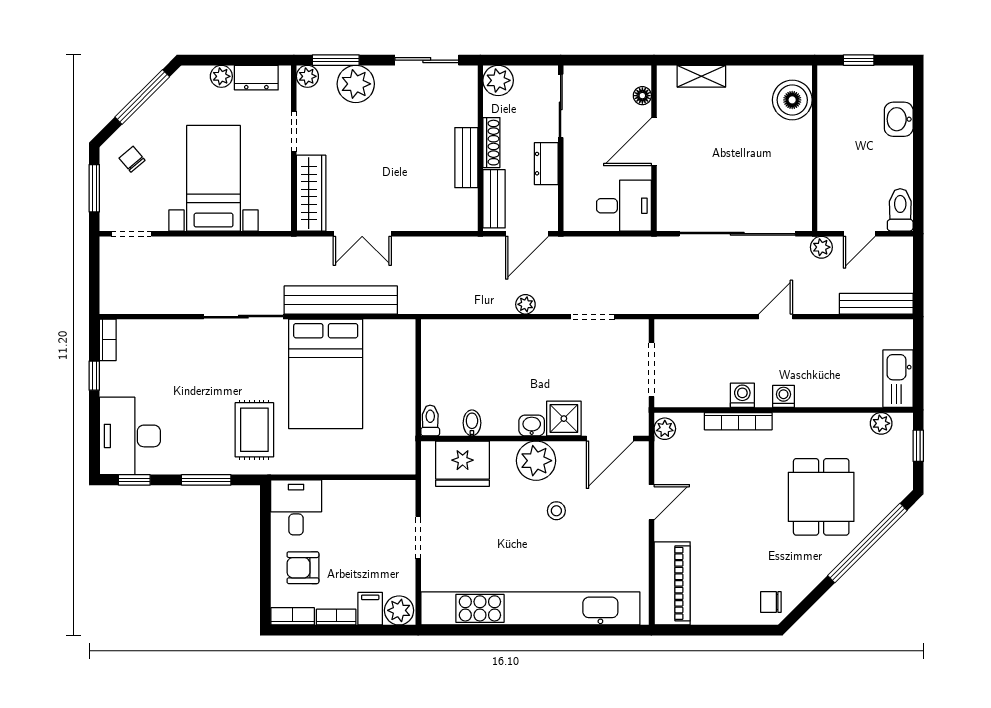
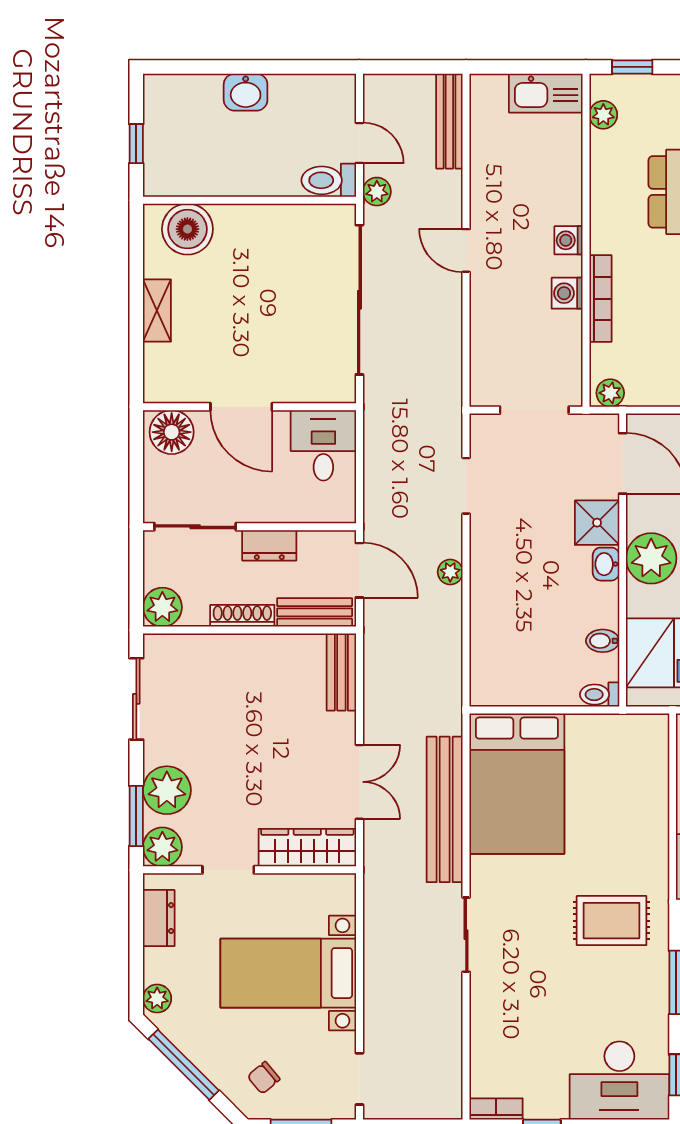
plant: (221, 76) -> (157, 999), moved
plant: (307, 76) -> (162, 847), width x1.38, depth x1.38
shelving: (701, 76) -> (157, 311), moved
floor lamp: (642, 96) -> (172, 432), width x1.89, depth x1.89
washbasin: (899, 119) -> (246, 92), moved
bench: (466, 158) -> (341, 672), moved, turned 90
toilet: (900, 210) -> (329, 180), moved
sliding door: (243, 317) -> (466, 935), width x0.73
bed: (326, 374) -> (517, 784), moved, turned 90

